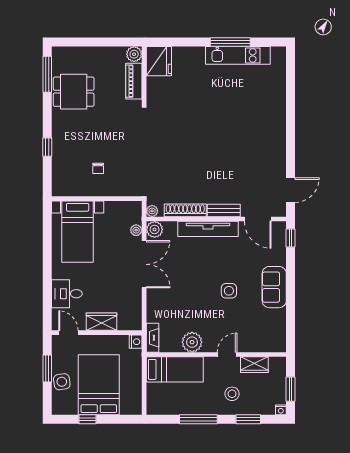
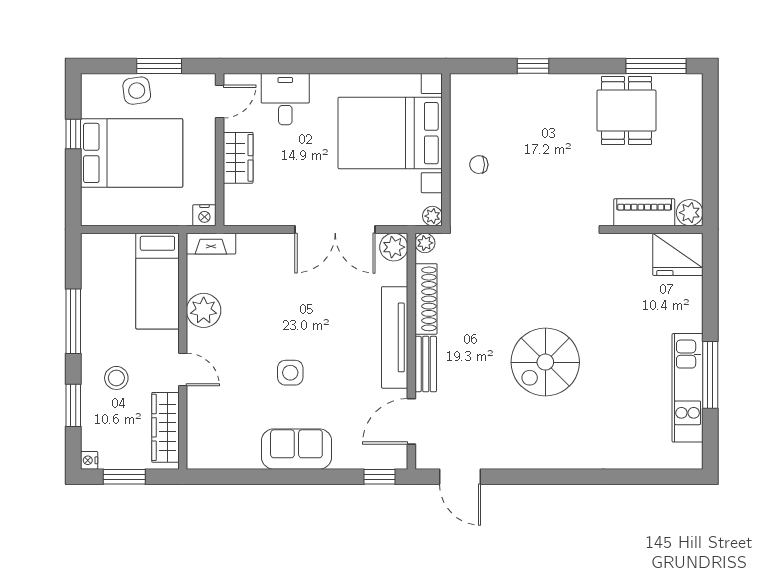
spiral stairs: (223, 140) -> (545, 362), added
chair: (98, 168) -> (479, 165), moved
plant: (136, 230) -> (432, 216), moved
bed with nightstands: (78, 232) -> (390, 133), width x1.36
wardrobe: (254, 365) -> (165, 427), width x1.50

